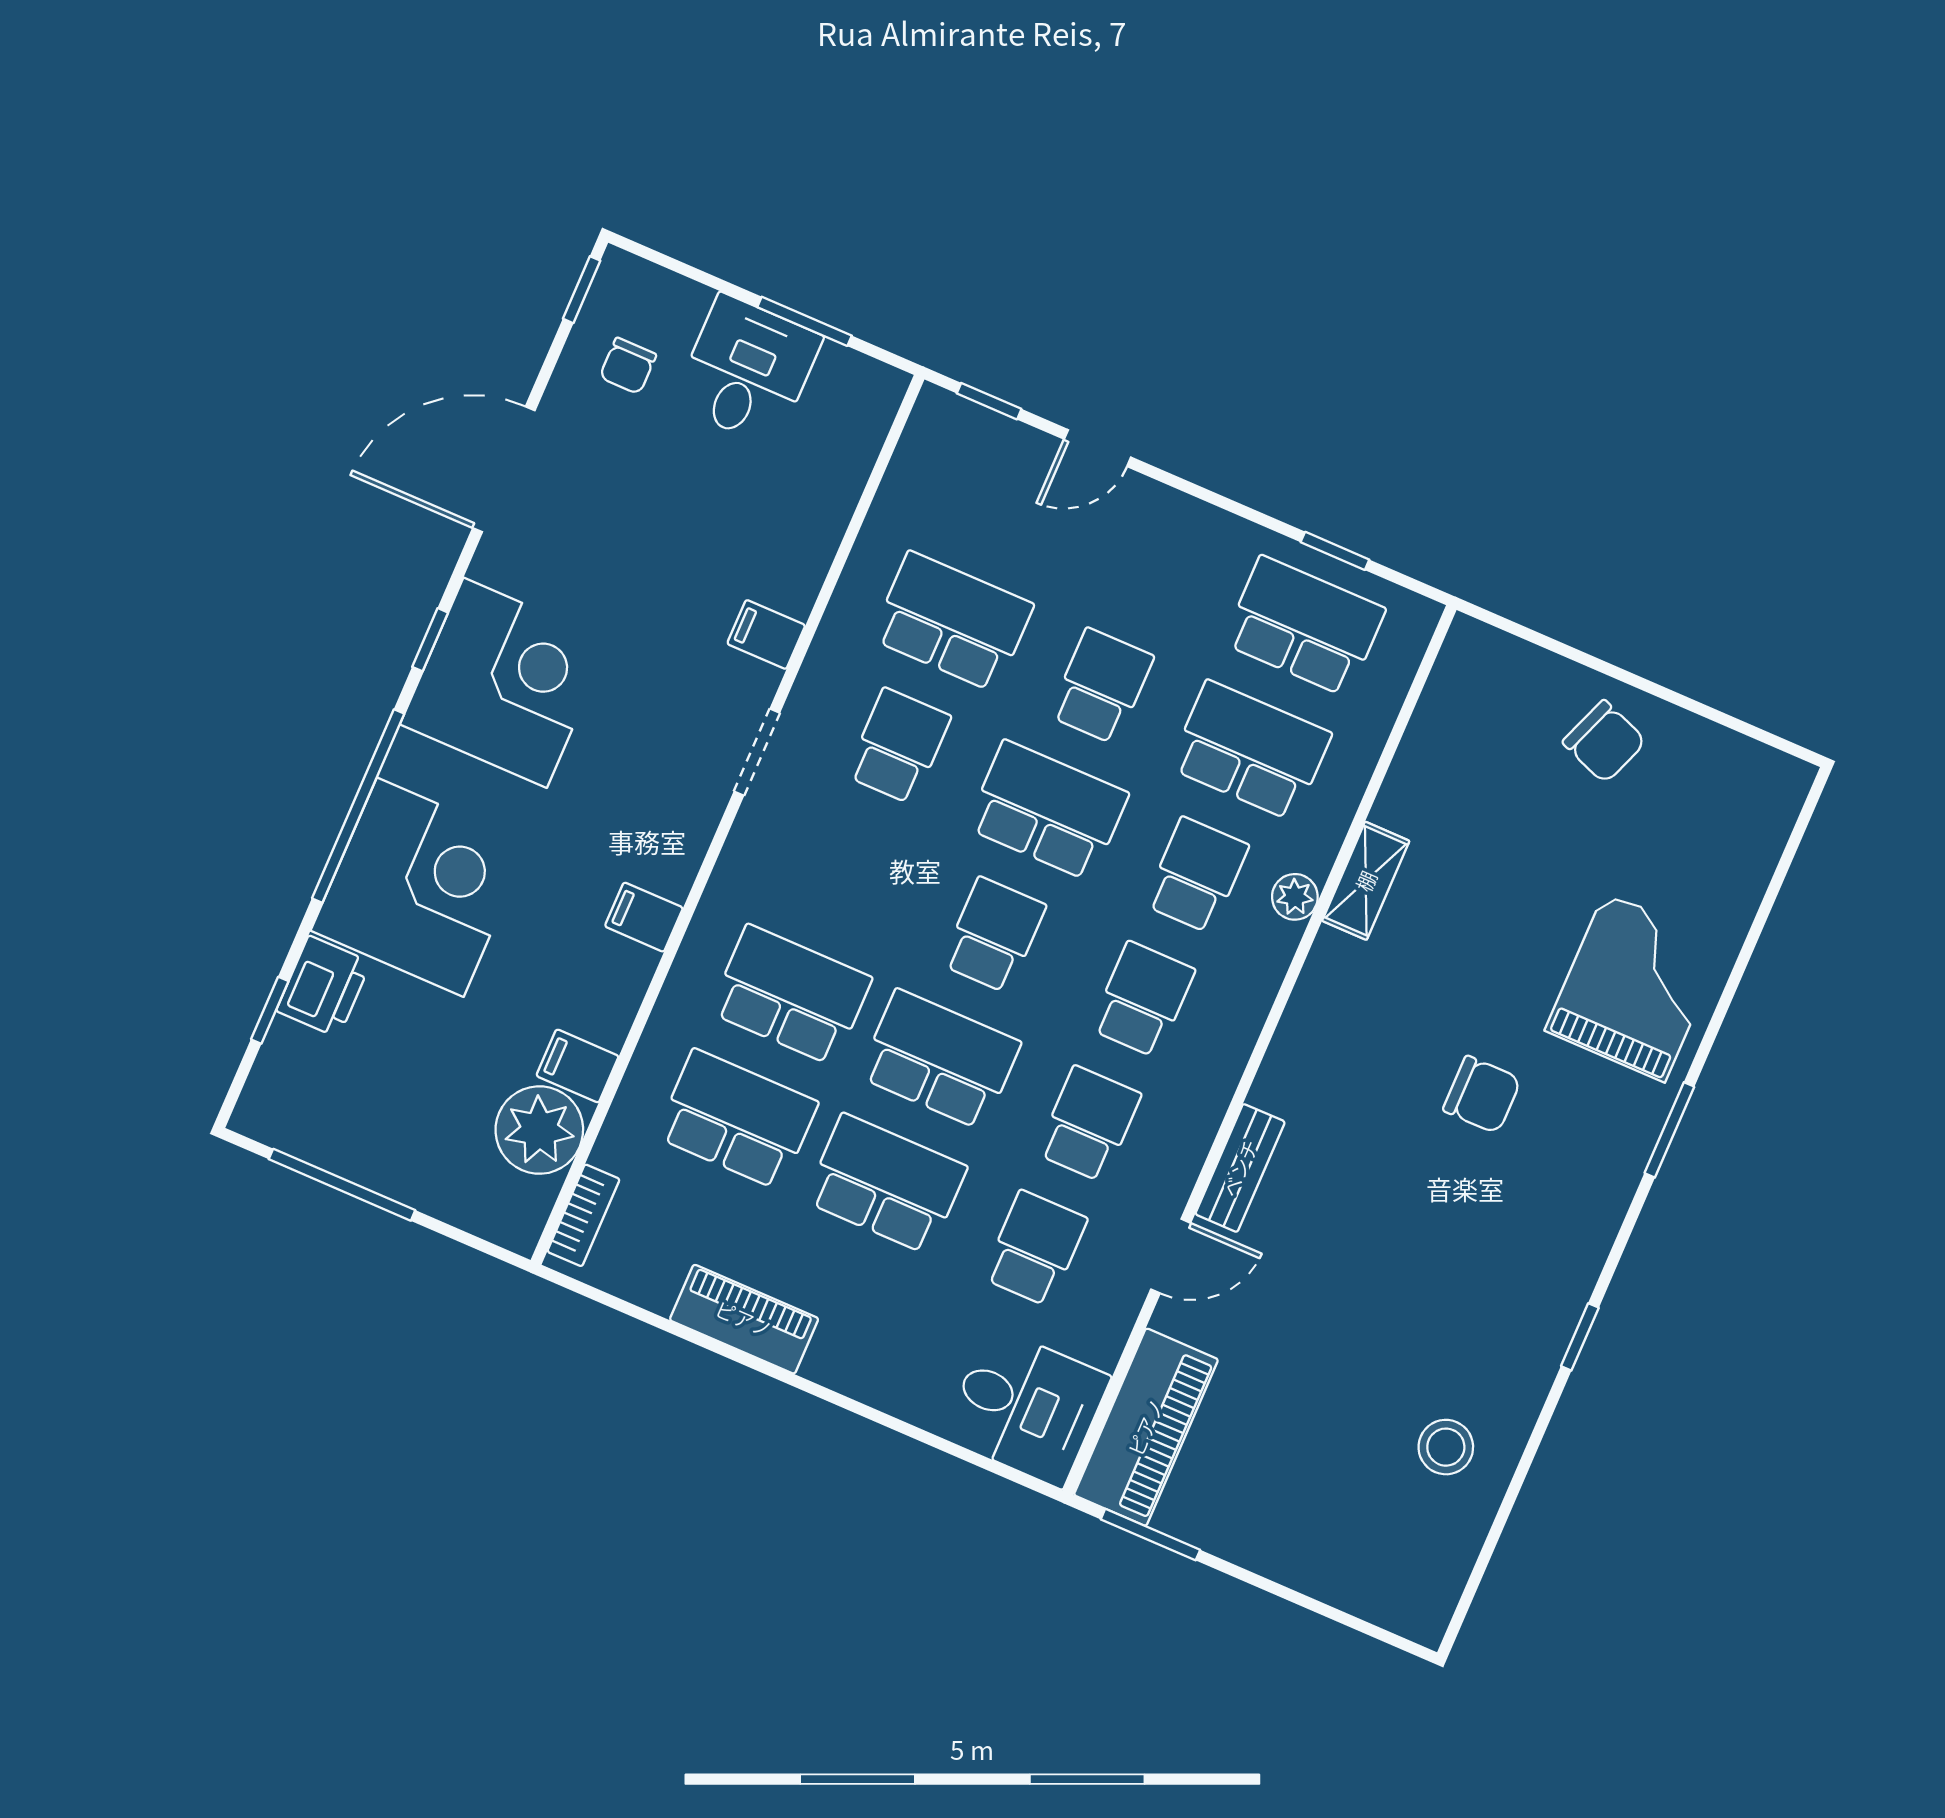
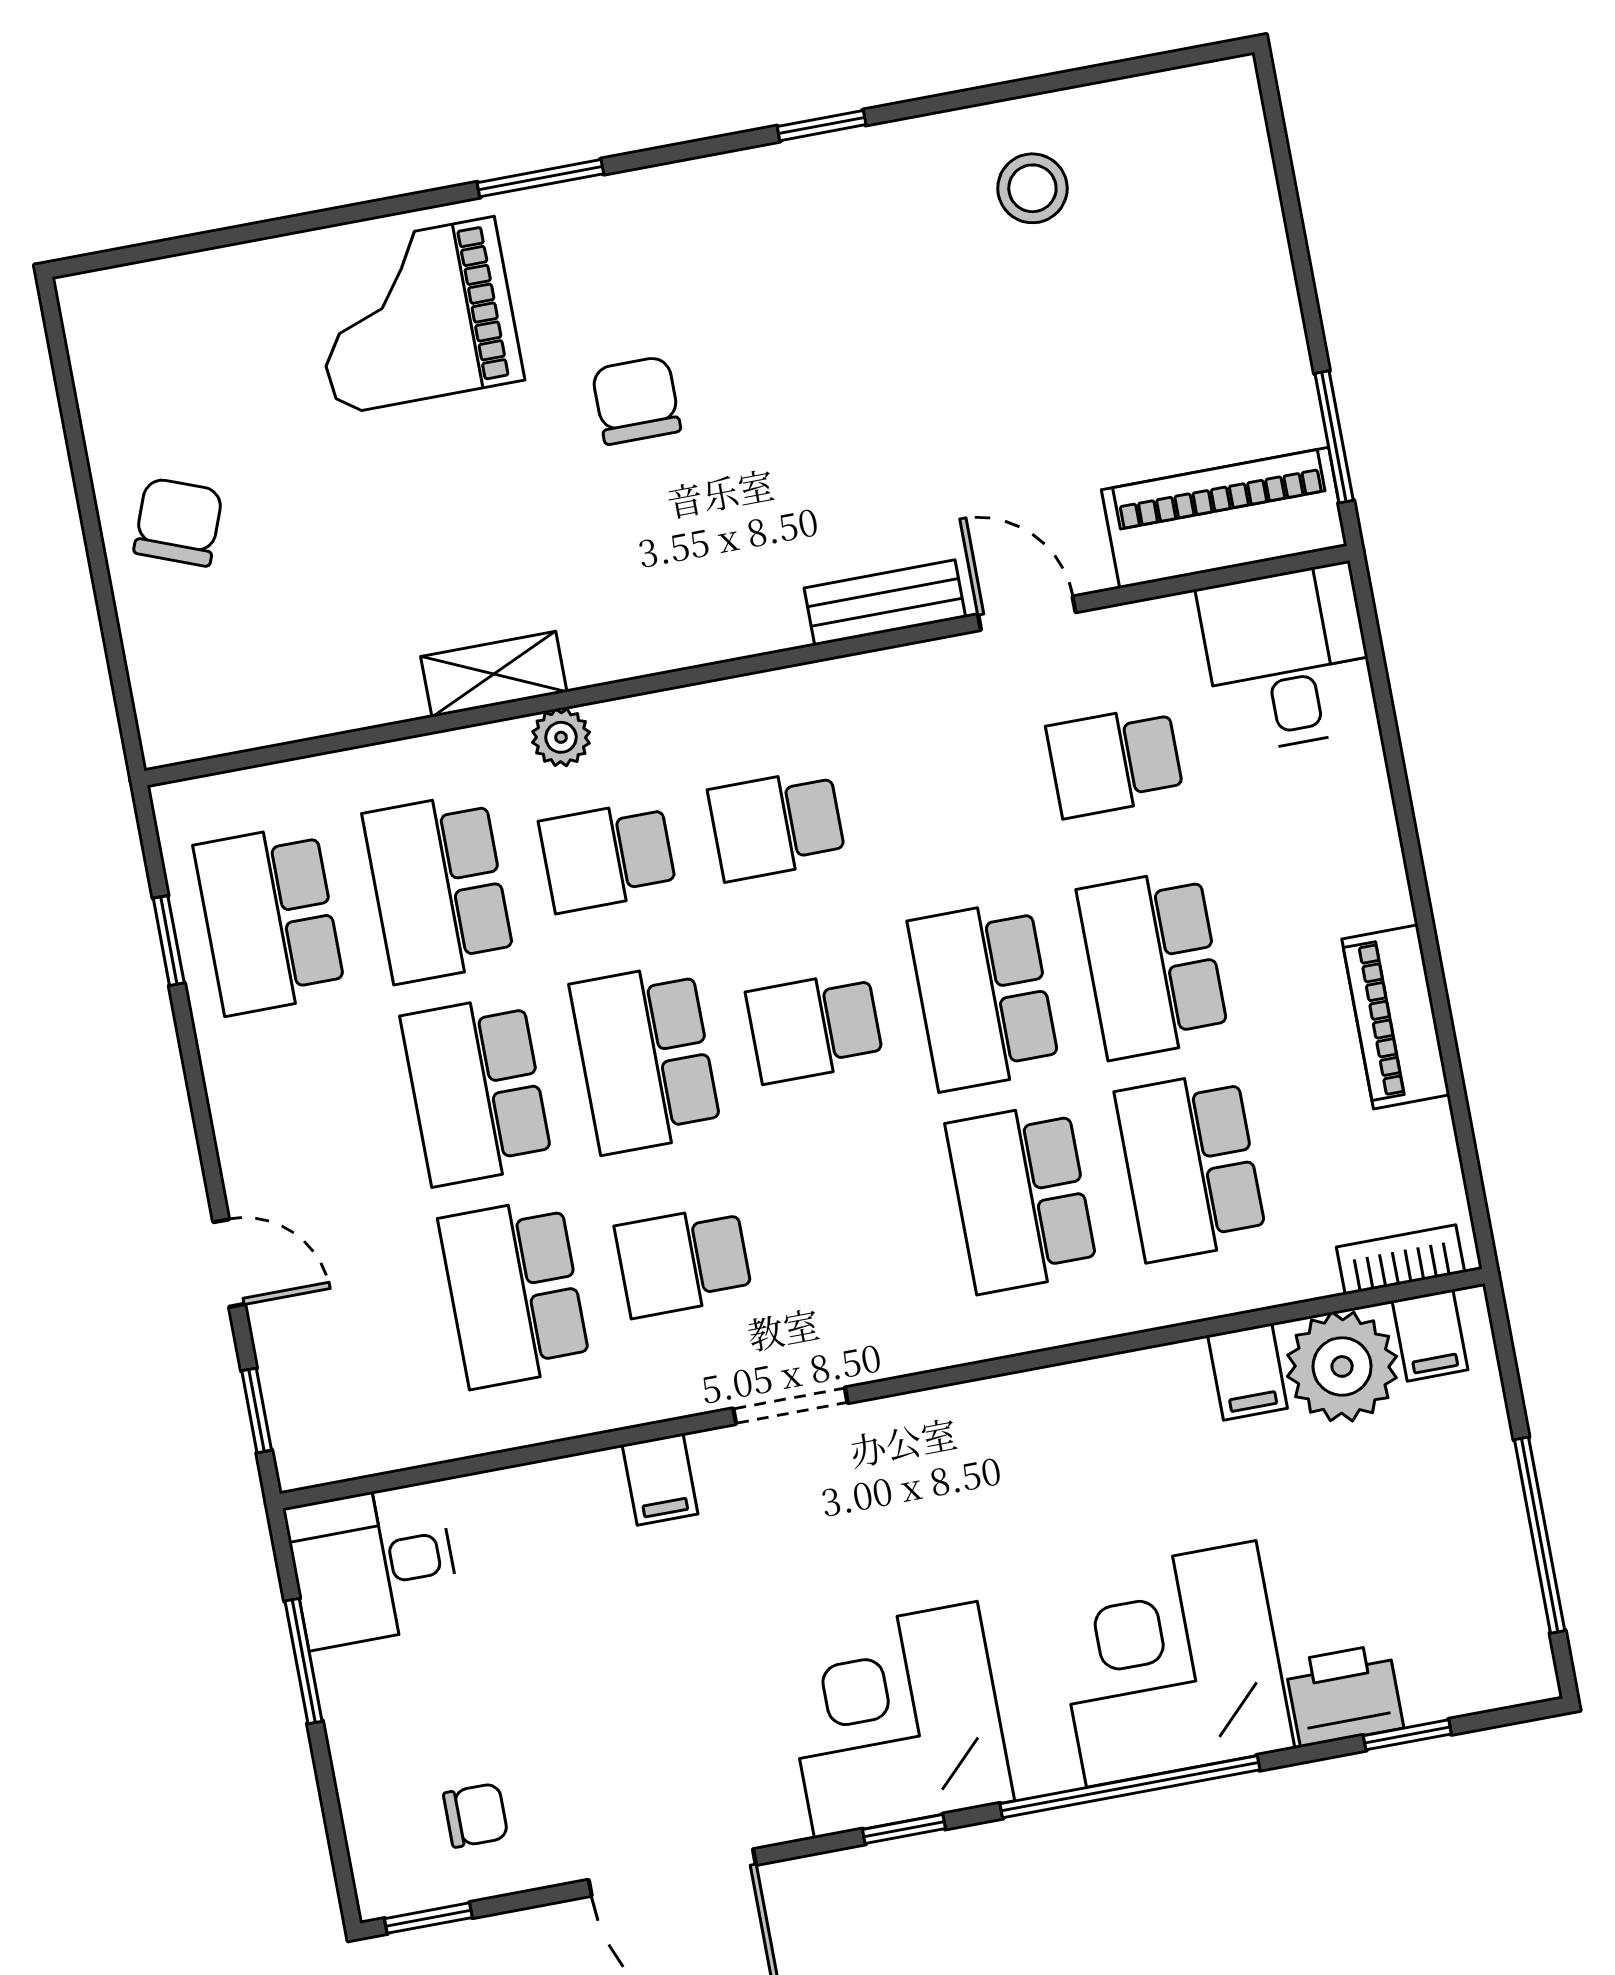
desk: (747, 370) -> (373, 1565), moved
school desk: (1101, 686) -> (477, 1090), width x1.85
filing cabinet: (644, 917) -> (1430, 1335), moved
school desk: (1089, 1124) -> (946, 793), removed

